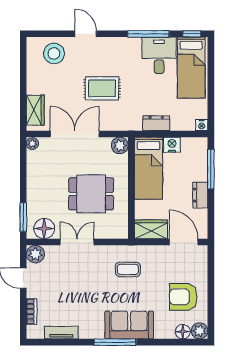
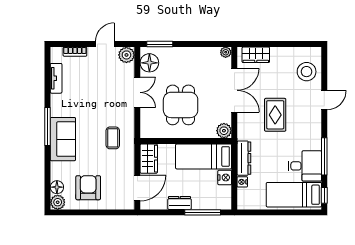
dresser: (156, 123) -> (244, 158), width x1.44
nightstand: (202, 125) -> (242, 182), moved

